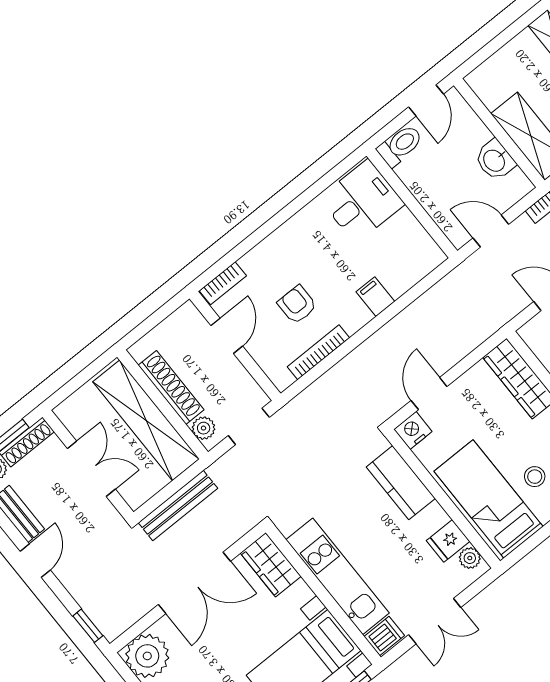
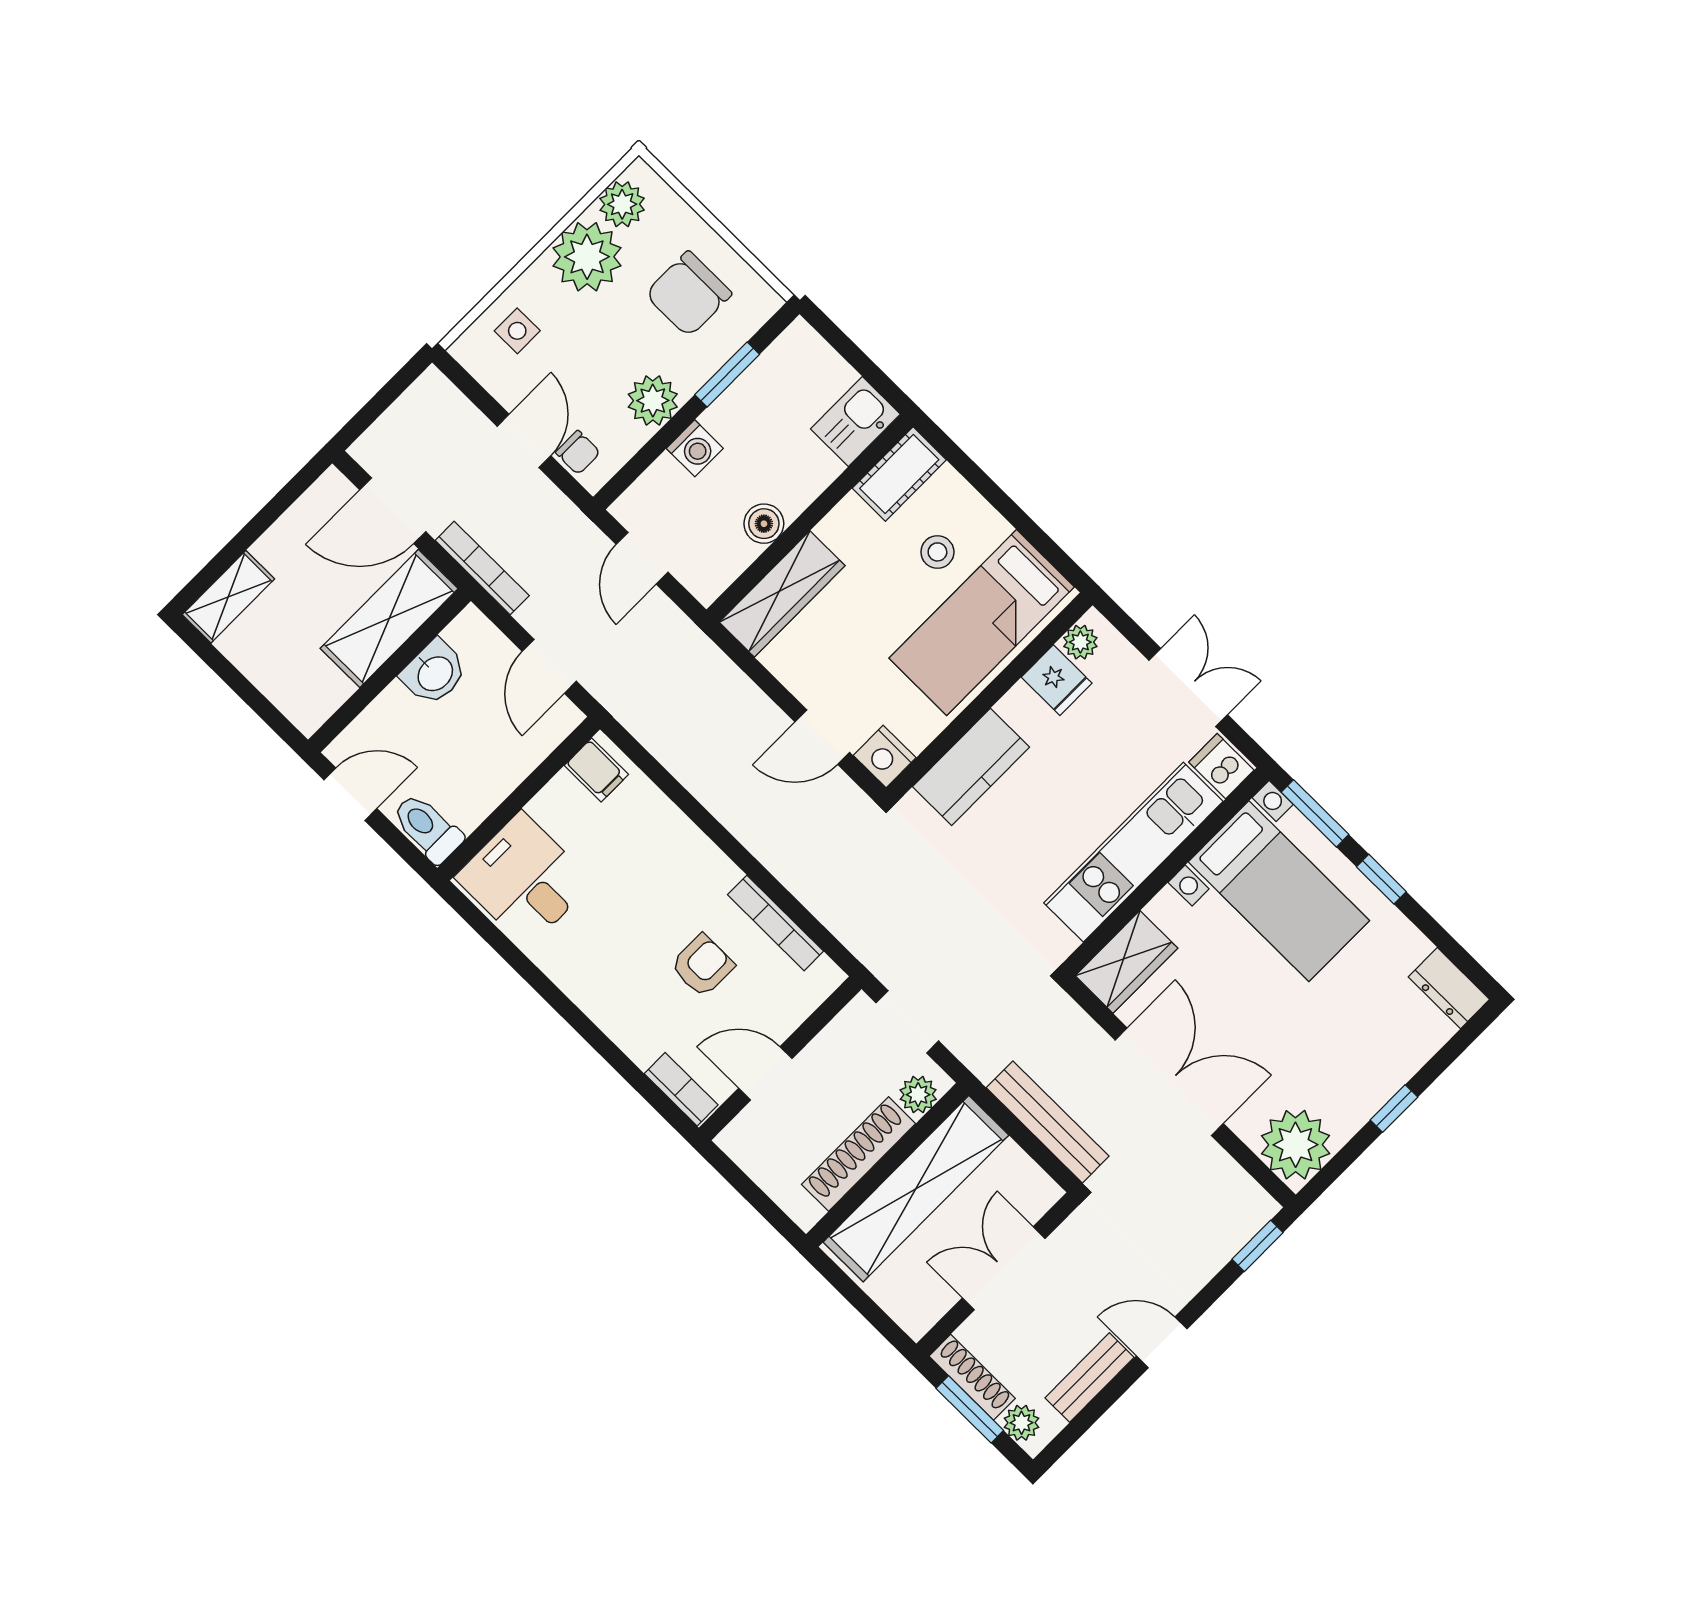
filing cabinet: (375, 297) -> (596, 770), moved, turned -90
armchair: (297, 305) -> (702, 966), turned 180

